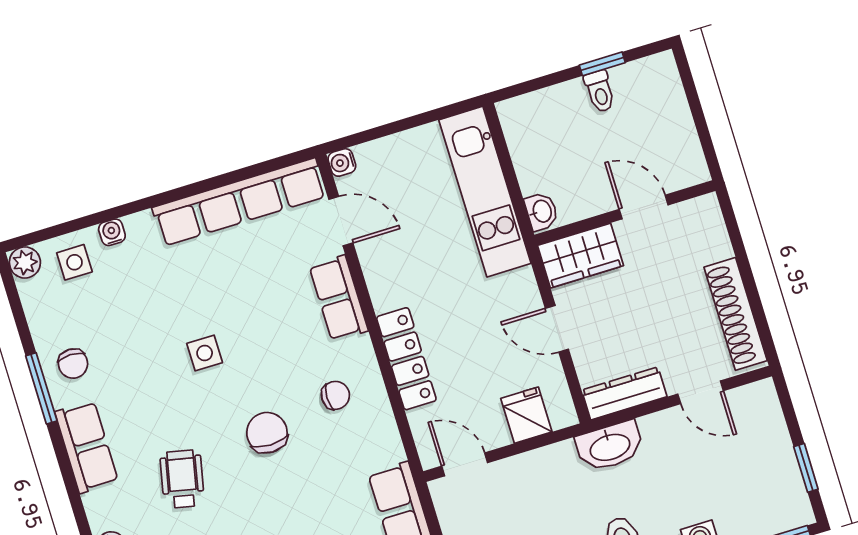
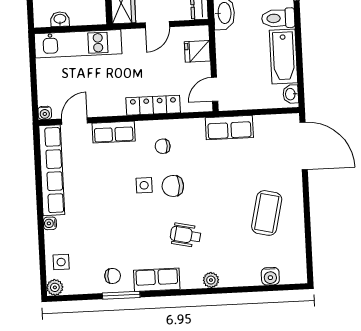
washbasin: (541, 211) -> (60, 19), moved
water cooler: (112, 232) -> (50, 223), moved
side table: (205, 353) -> (144, 185), moved
chair: (335, 395) -> (163, 146), turned -90

